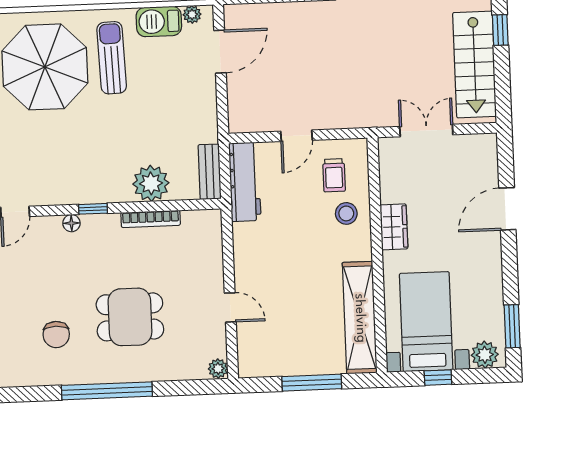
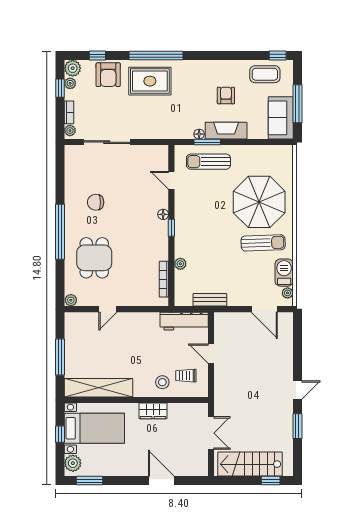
bench: (210, 172) -> (210, 300), moved
plant: (151, 183) -> (180, 264), width x0.53, depth x0.53
bookcase: (151, 219) -> (164, 279), moved
dining table: (130, 317) -> (94, 258), moved

